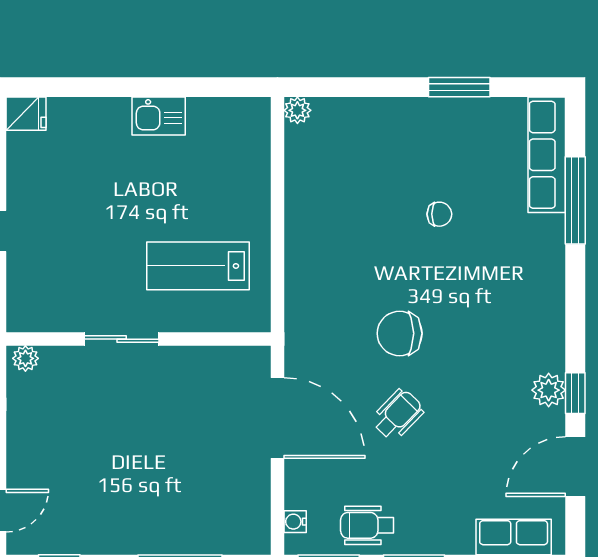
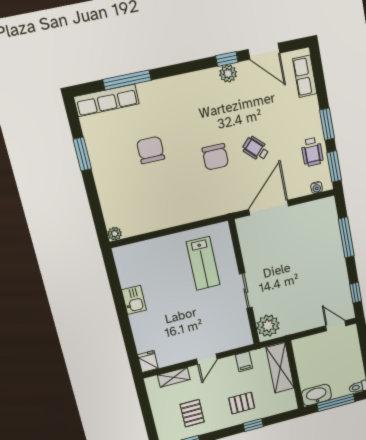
chair: (439, 214) -> (151, 150), width x1.87, depth x1.87
plant: (25, 358) -> (268, 326), width x1.88, depth x1.88

